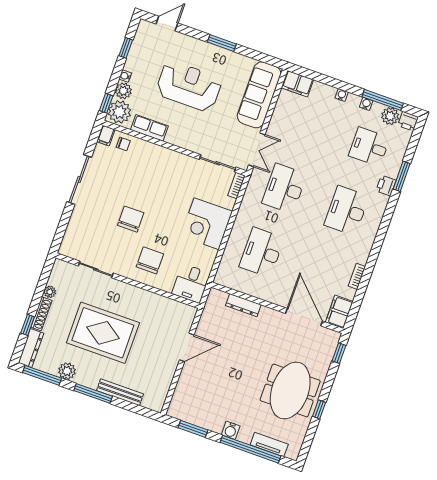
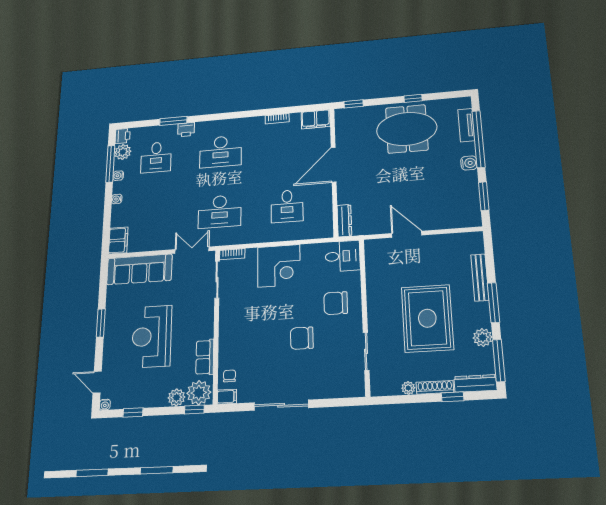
water cooler: (125, 76) -> (105, 405), moved
desk: (262, 252) -> (287, 206), width x0.73
dresser: (243, 305) -> (344, 221), moved
door: (304, 317) -> (334, 165), moved

